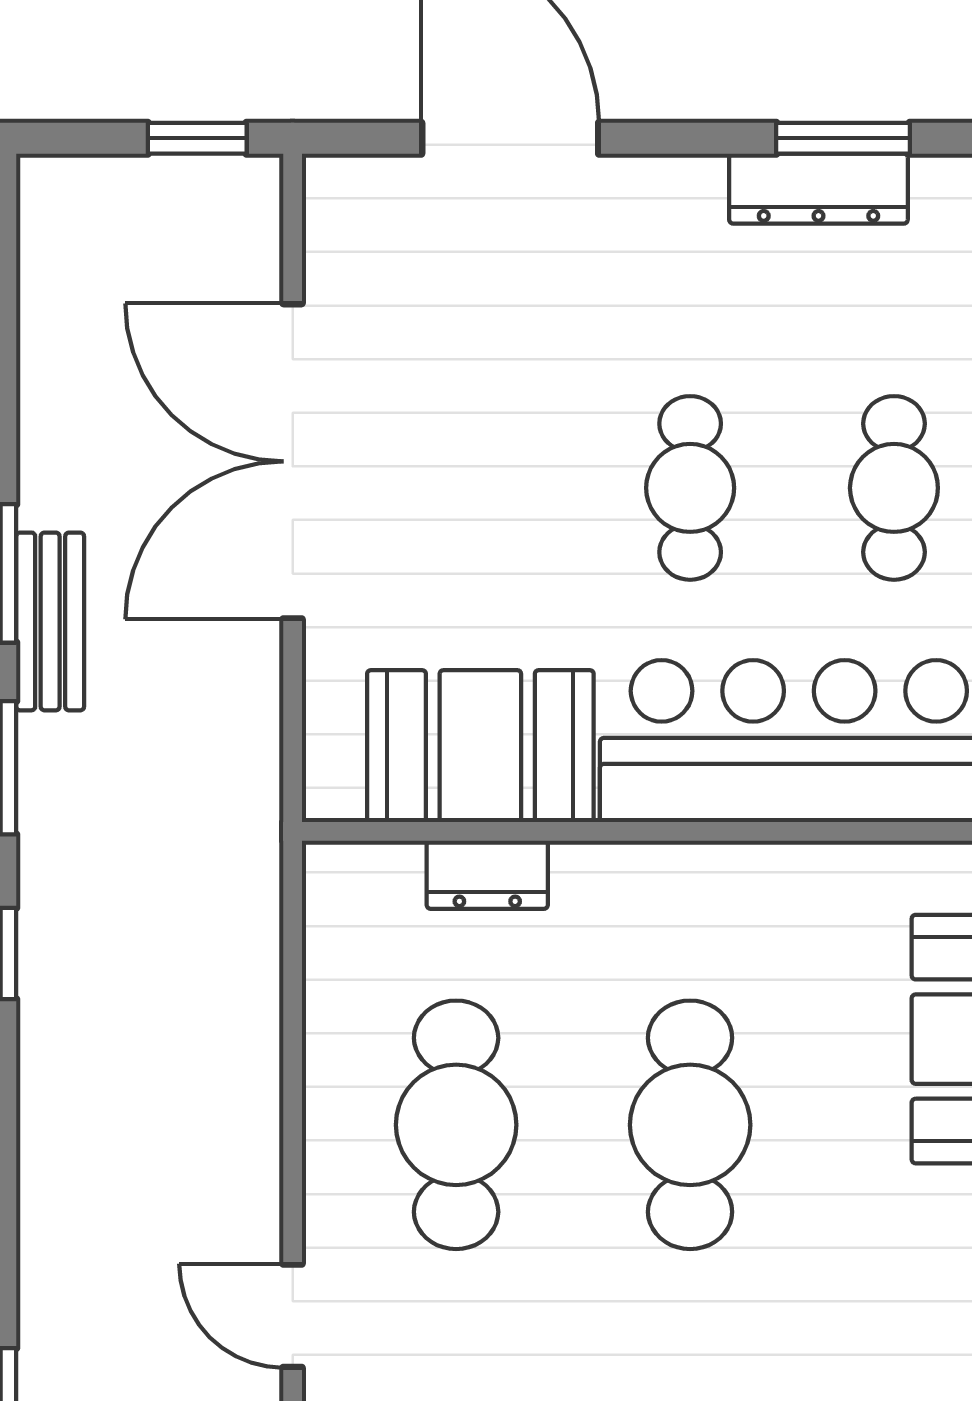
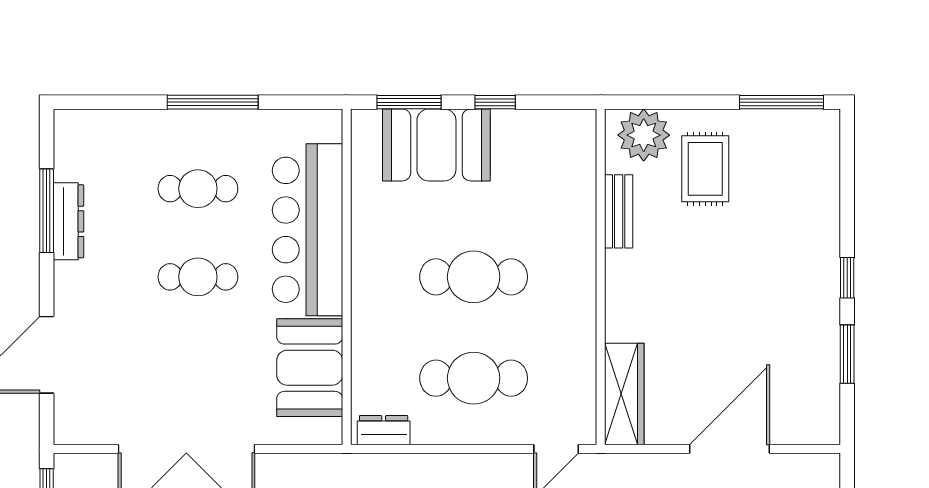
window: (843, 138) -> (47, 211), width x1.44
dresser: (487, 875) -> (384, 430), moved, turned -90

